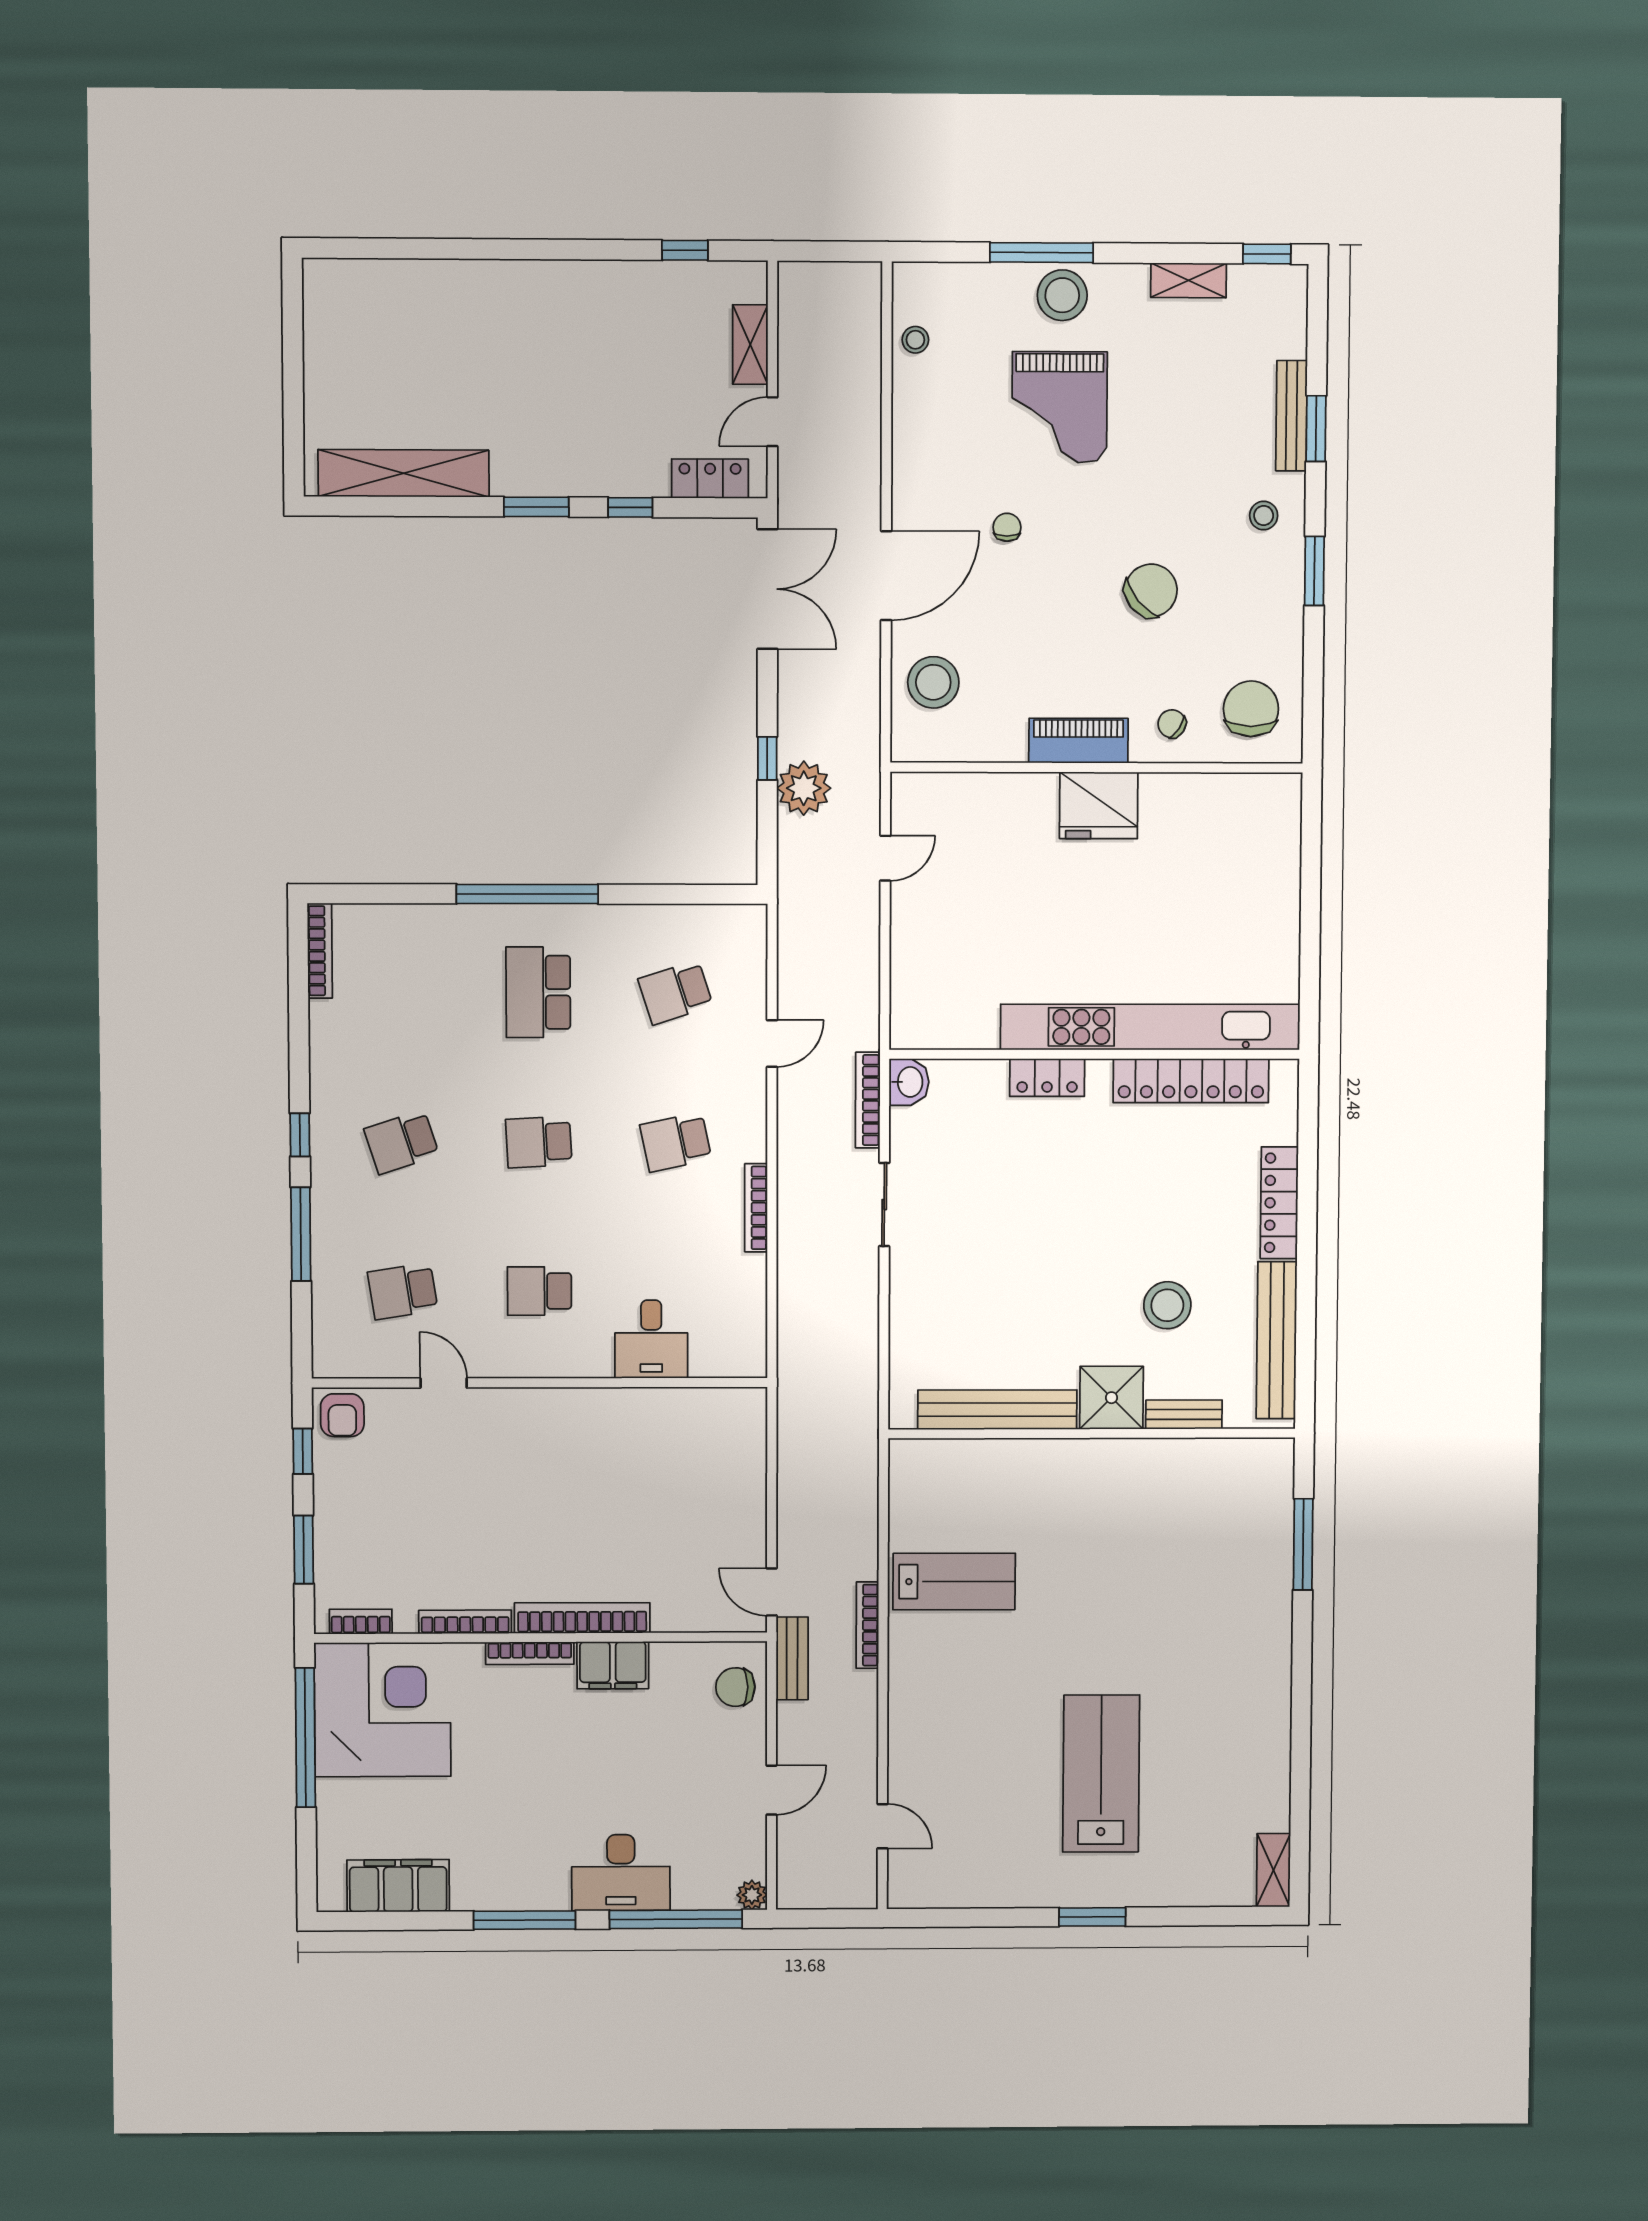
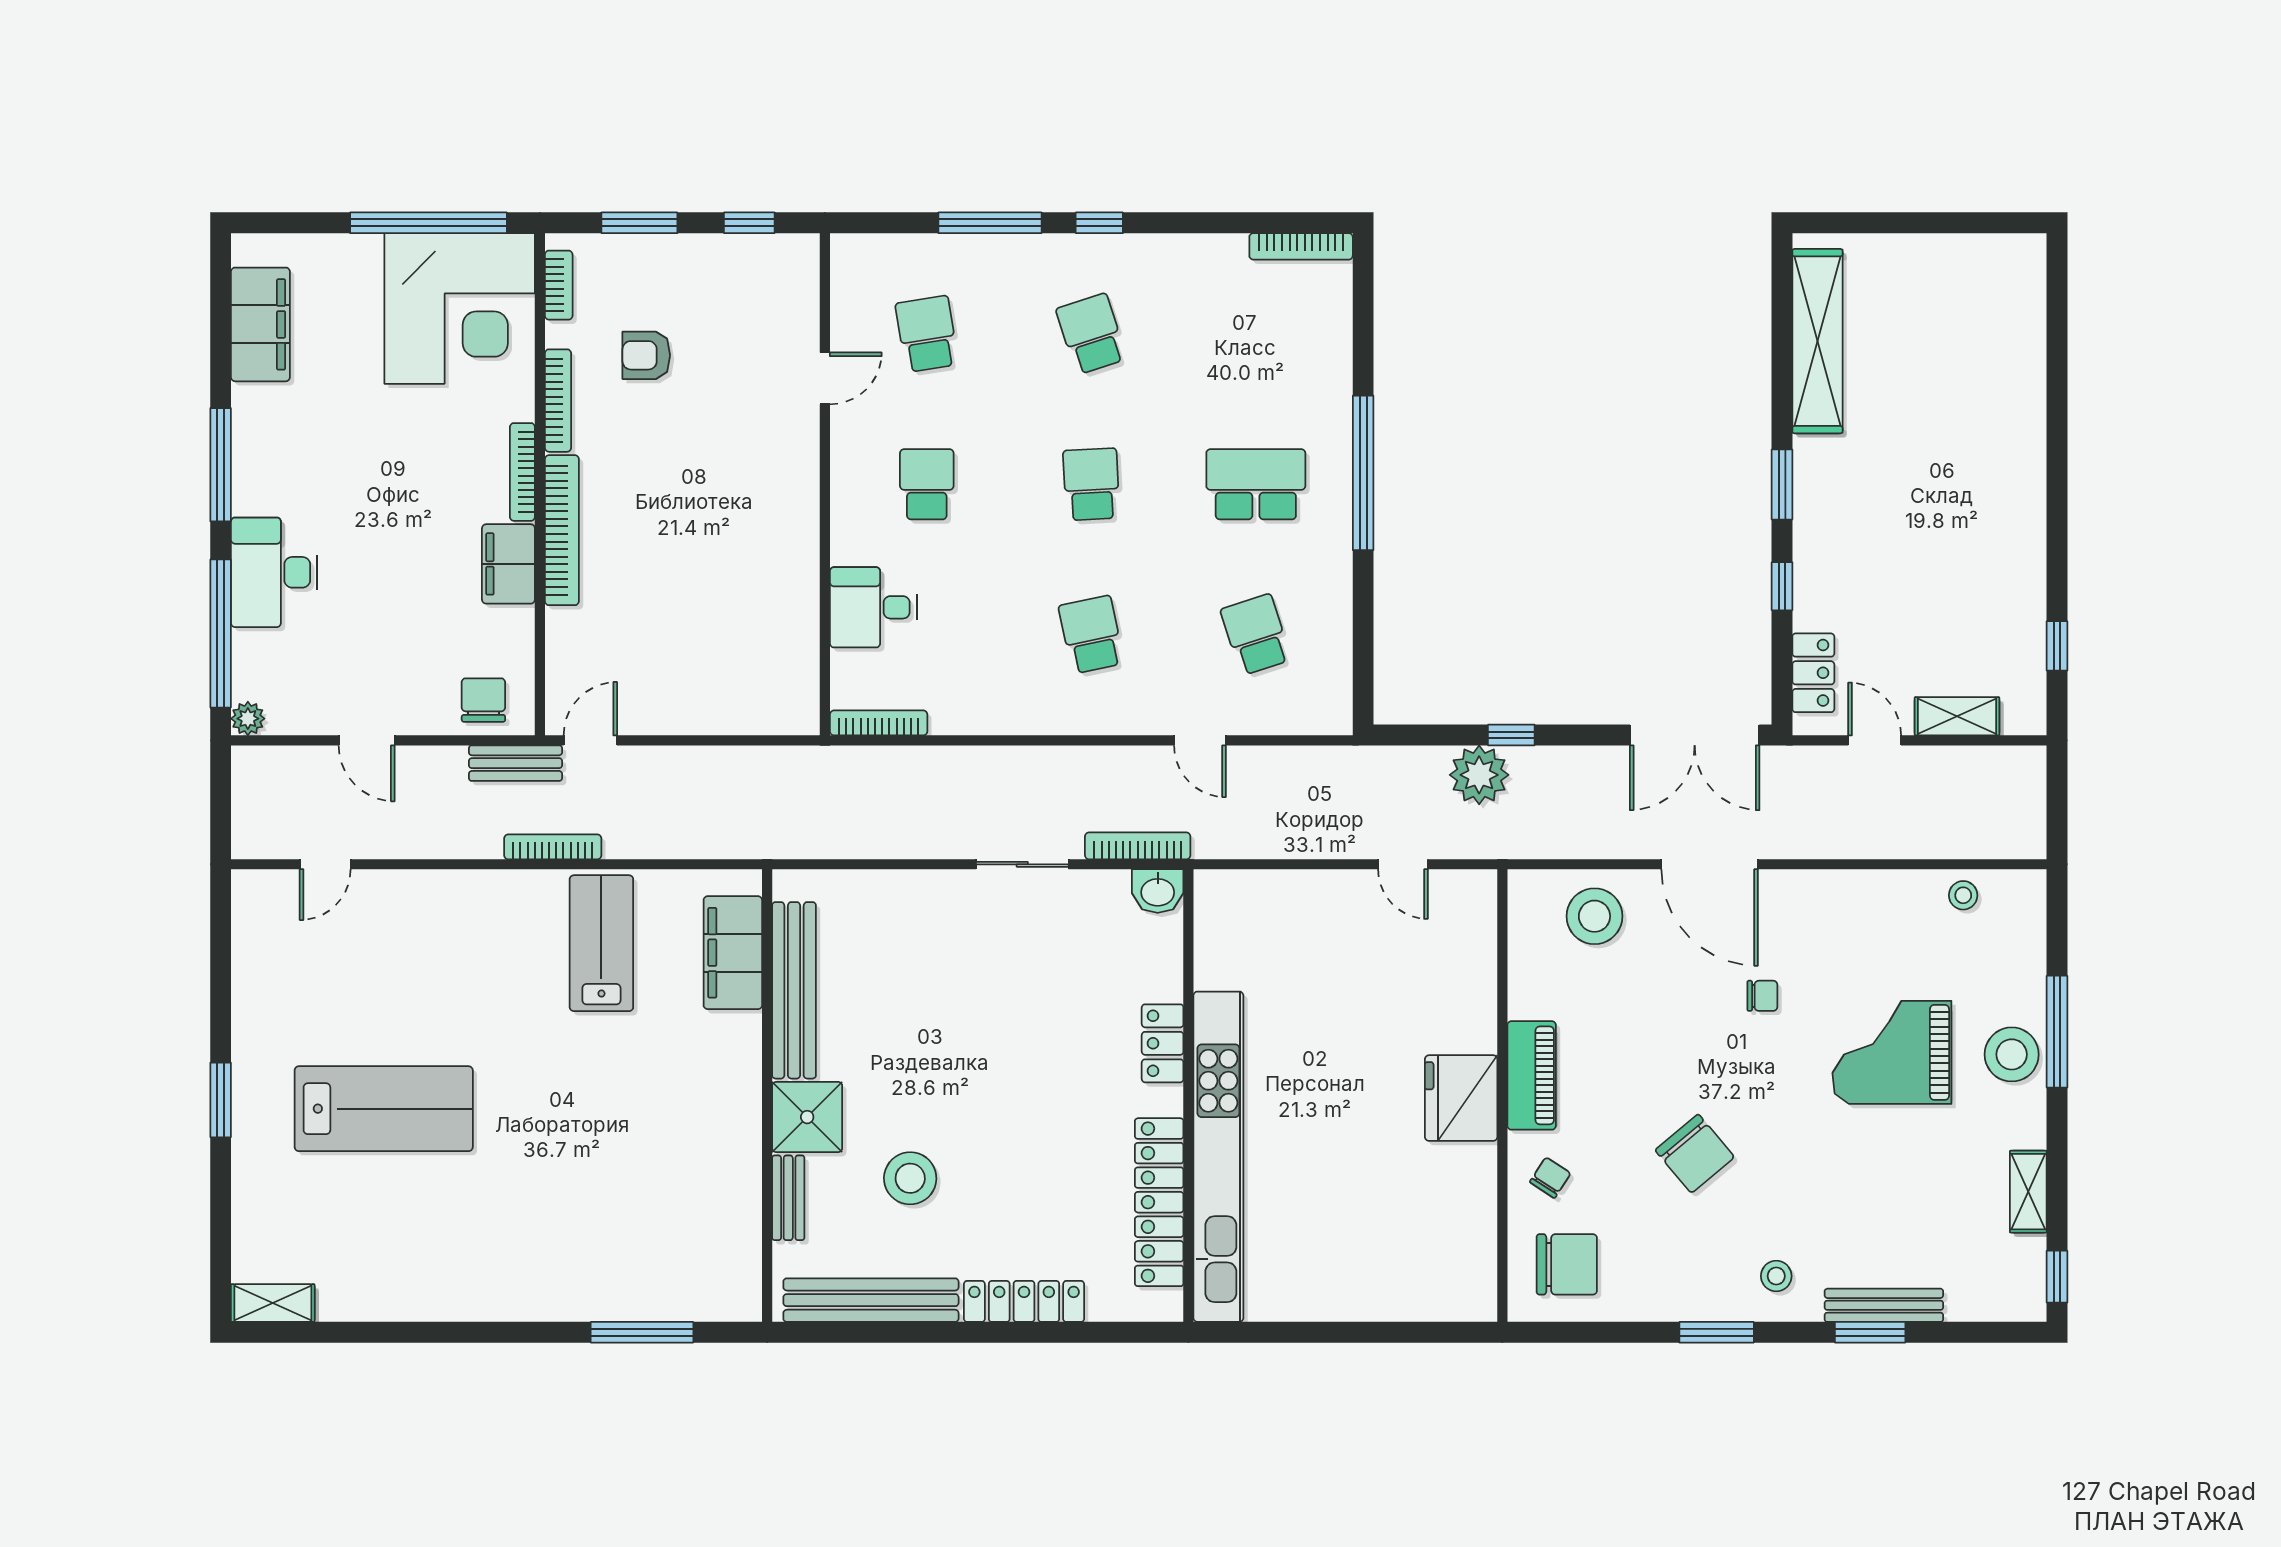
bookcase: (756, 1208) -> (879, 723), moved
armchair: (342, 1415) -> (646, 355), moved
filing cabinet: (963, 1464) -> (733, 953), added
lab bench: (954, 1581) -> (601, 943), turned 180

